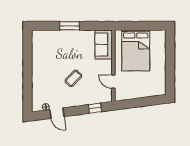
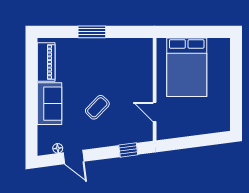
sofa: (104, 45) -> (50, 104), moved, turned 180
piano: (38, 47) -> (46, 62), added

